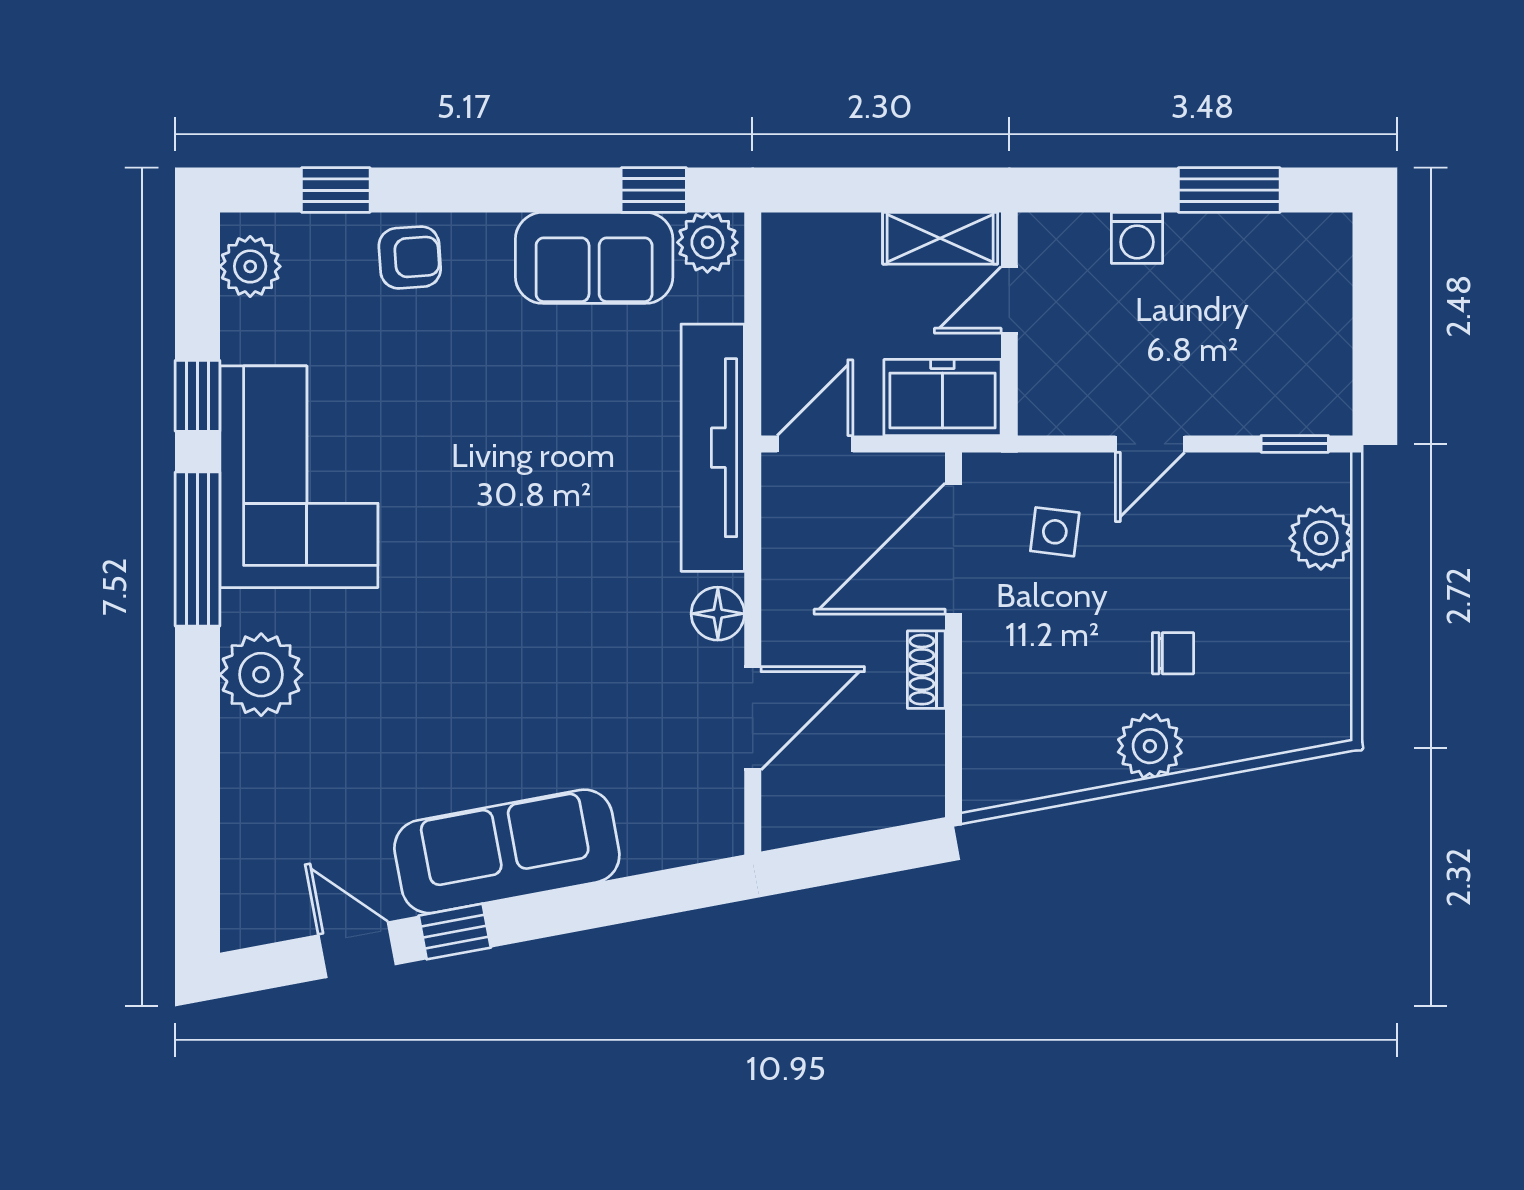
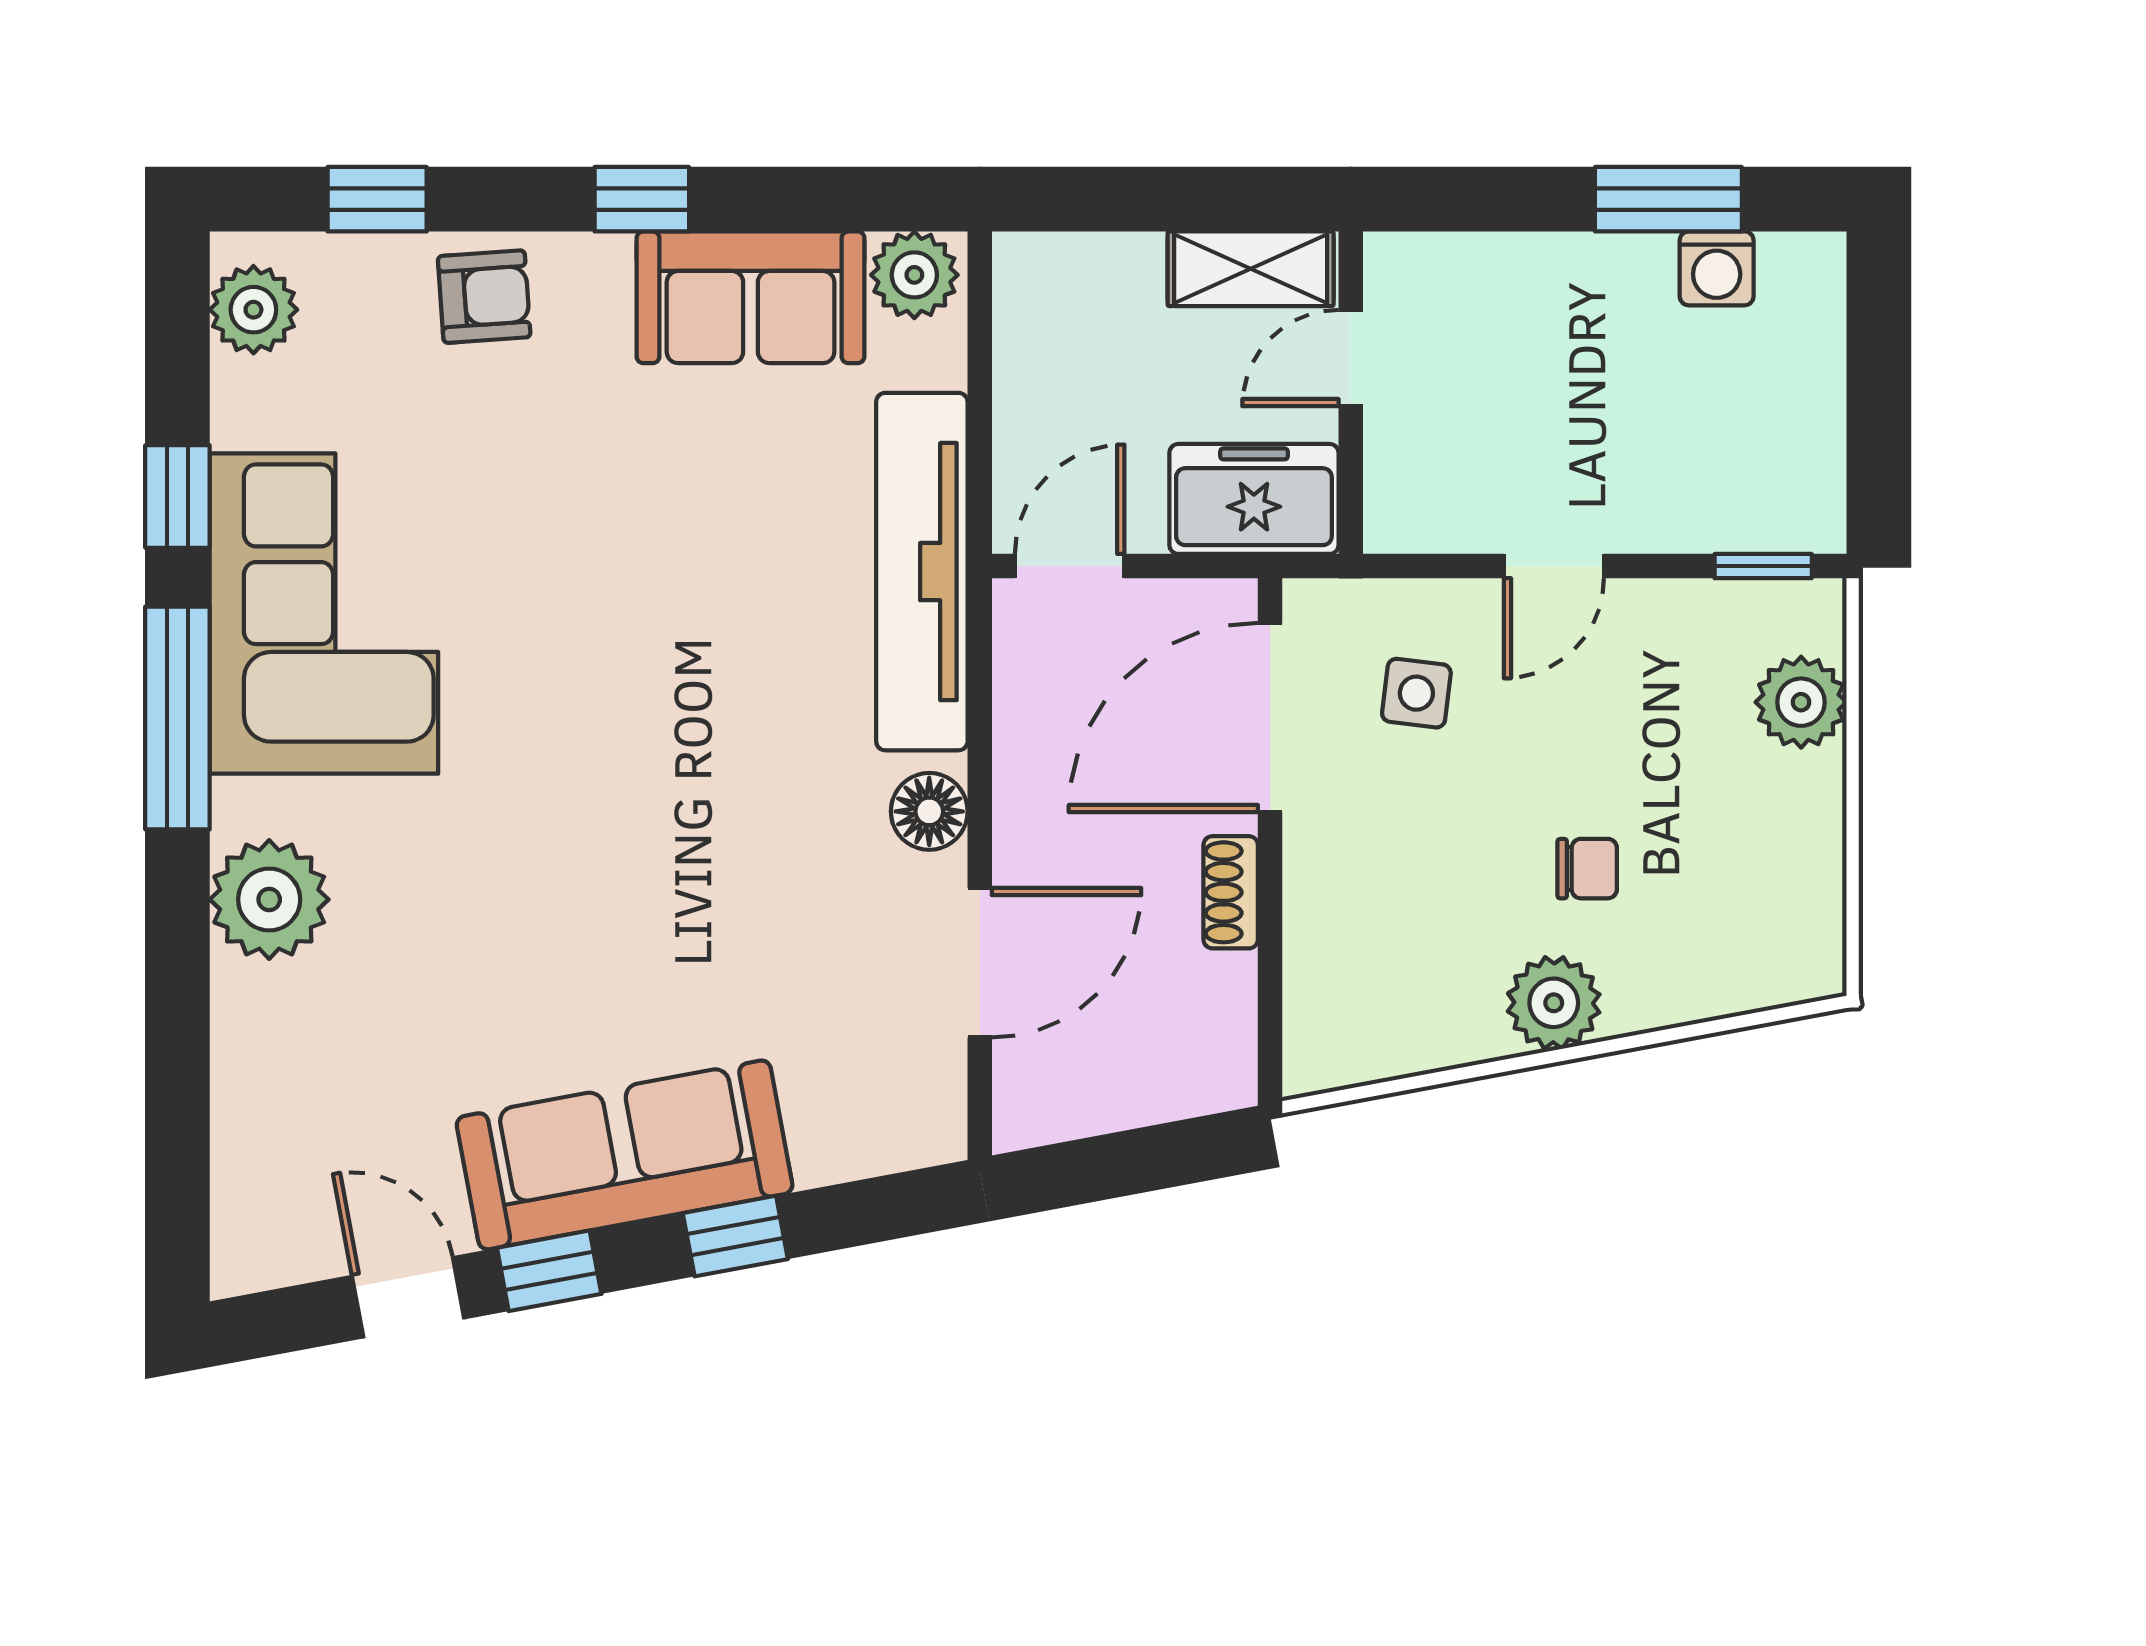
window: (654, 190) -> (642, 199), moved
washing machine: (1137, 238) -> (1717, 268), moved
window: (584, 907) -> (735, 1236), added

